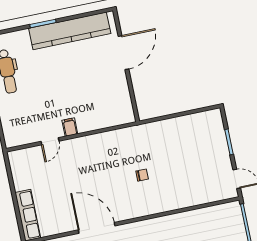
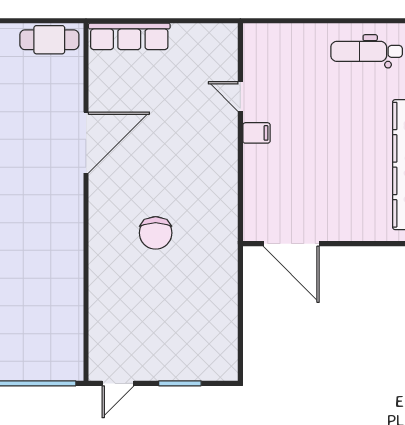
door: (123, 53) -> (291, 244), moved
chair: (142, 175) -> (156, 233), width x1.87, depth x1.87

